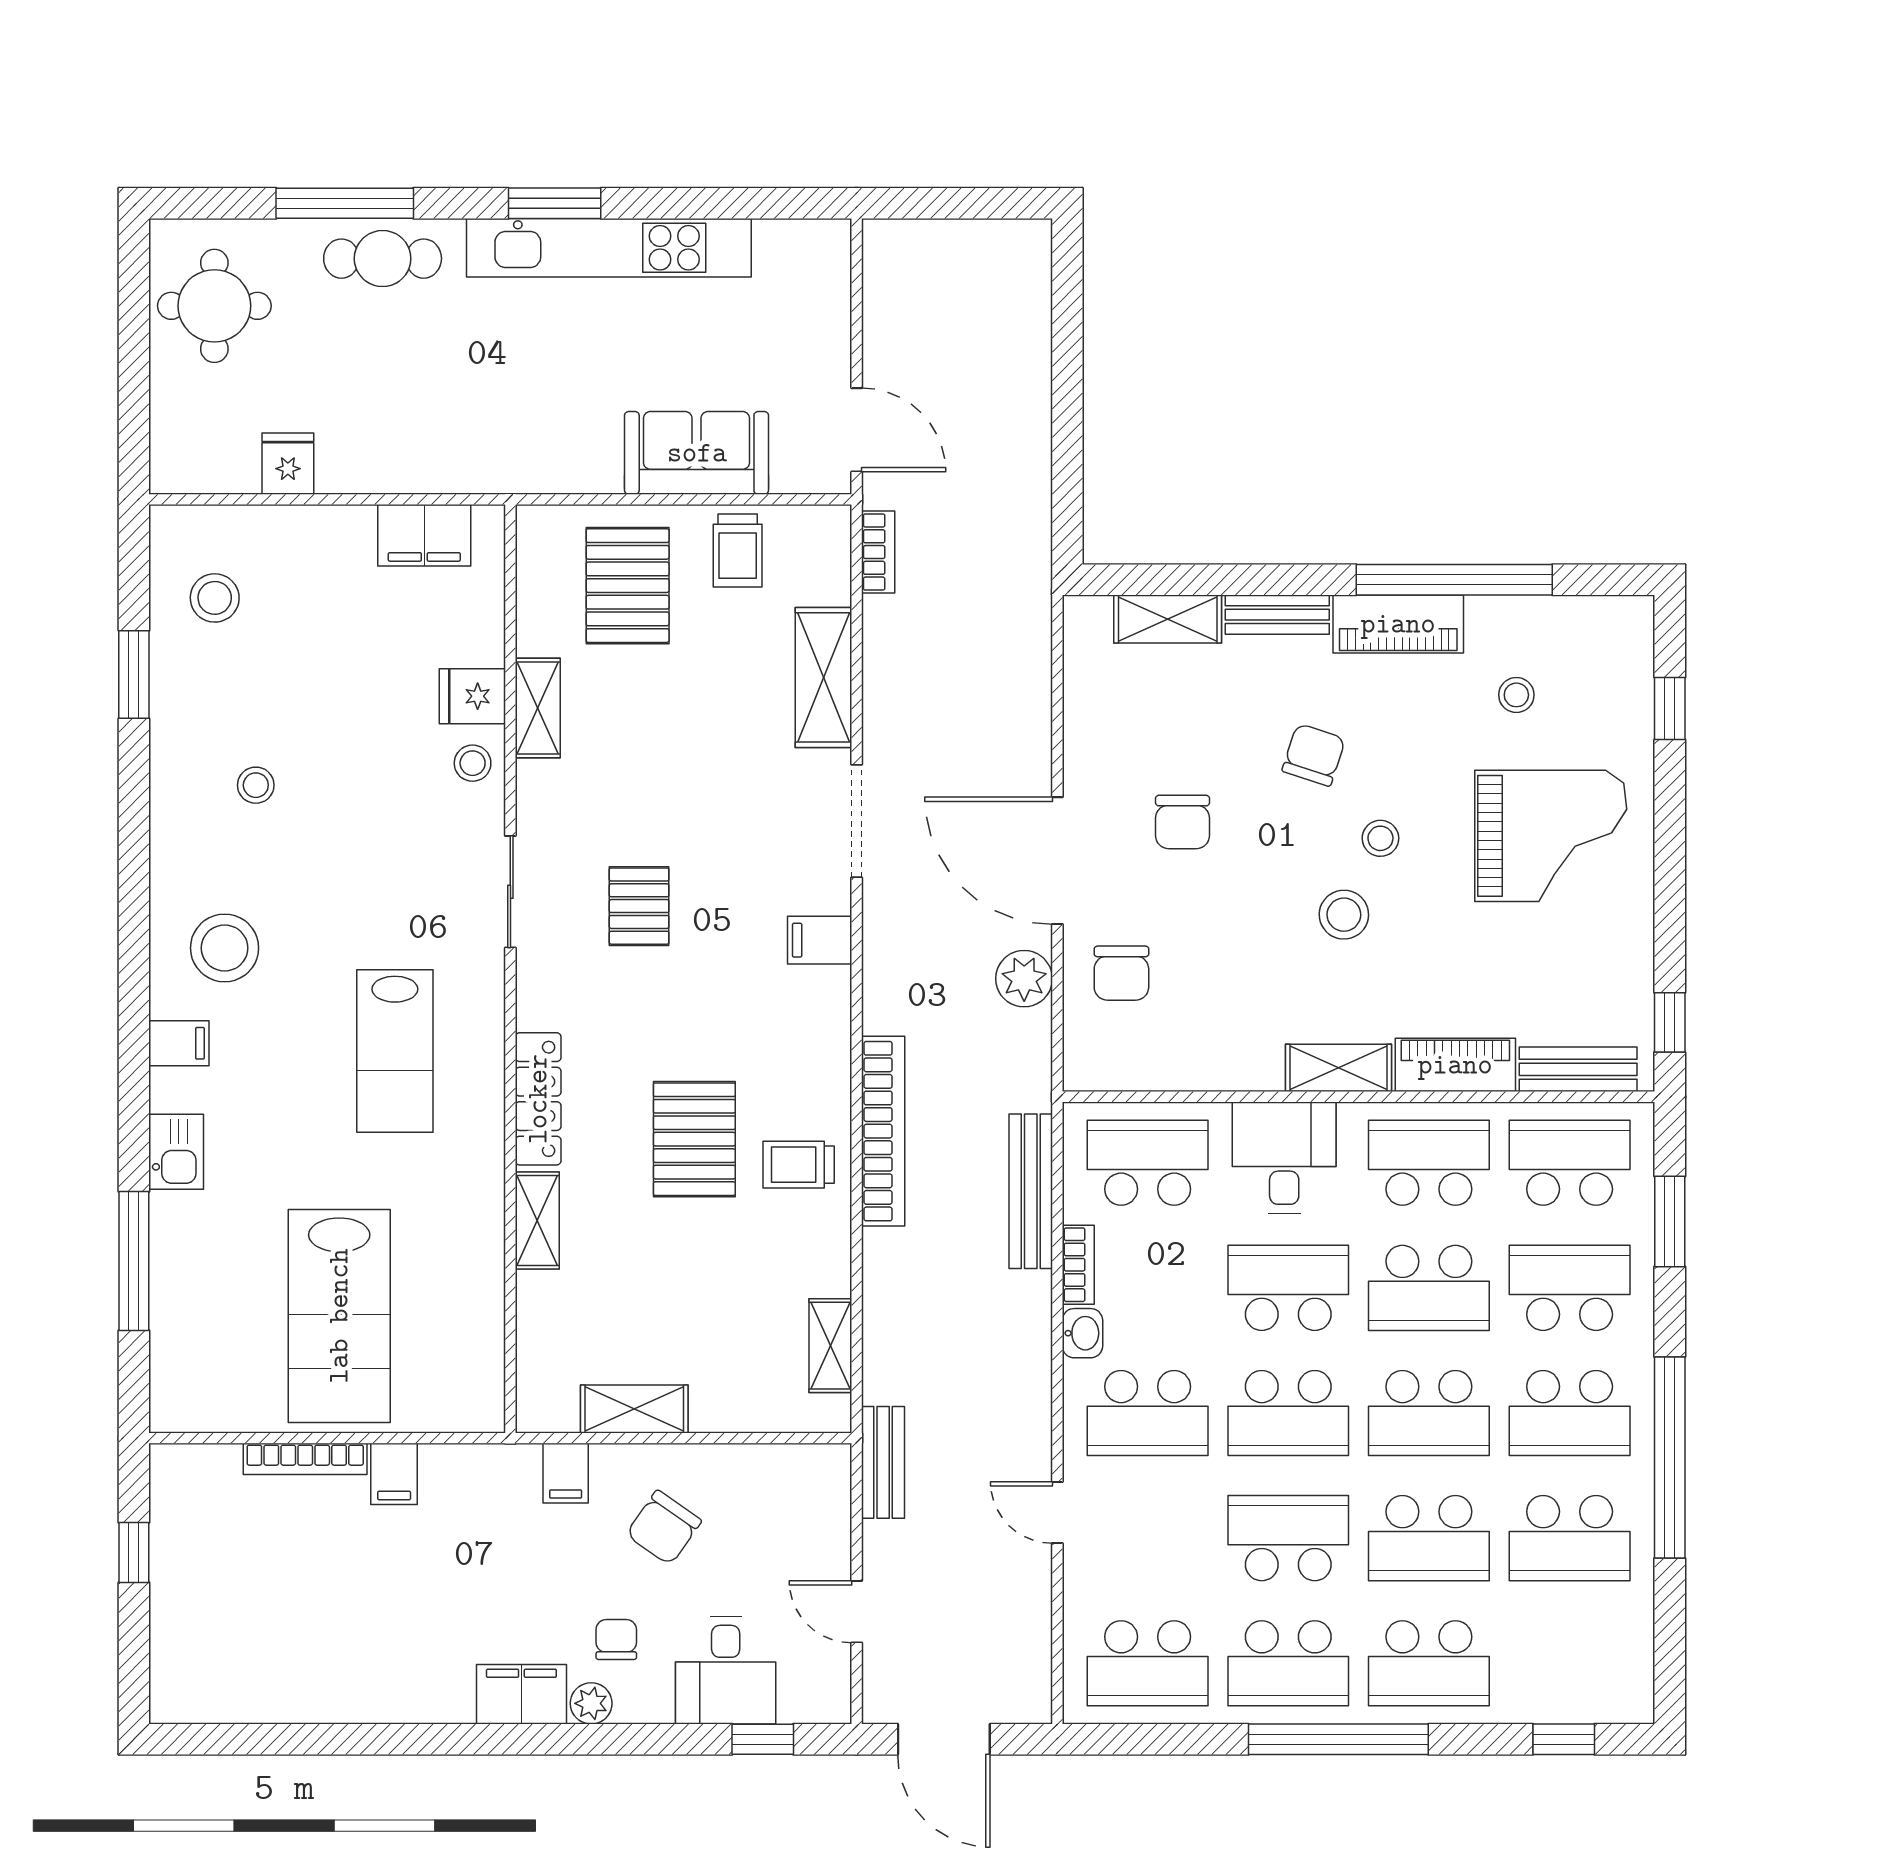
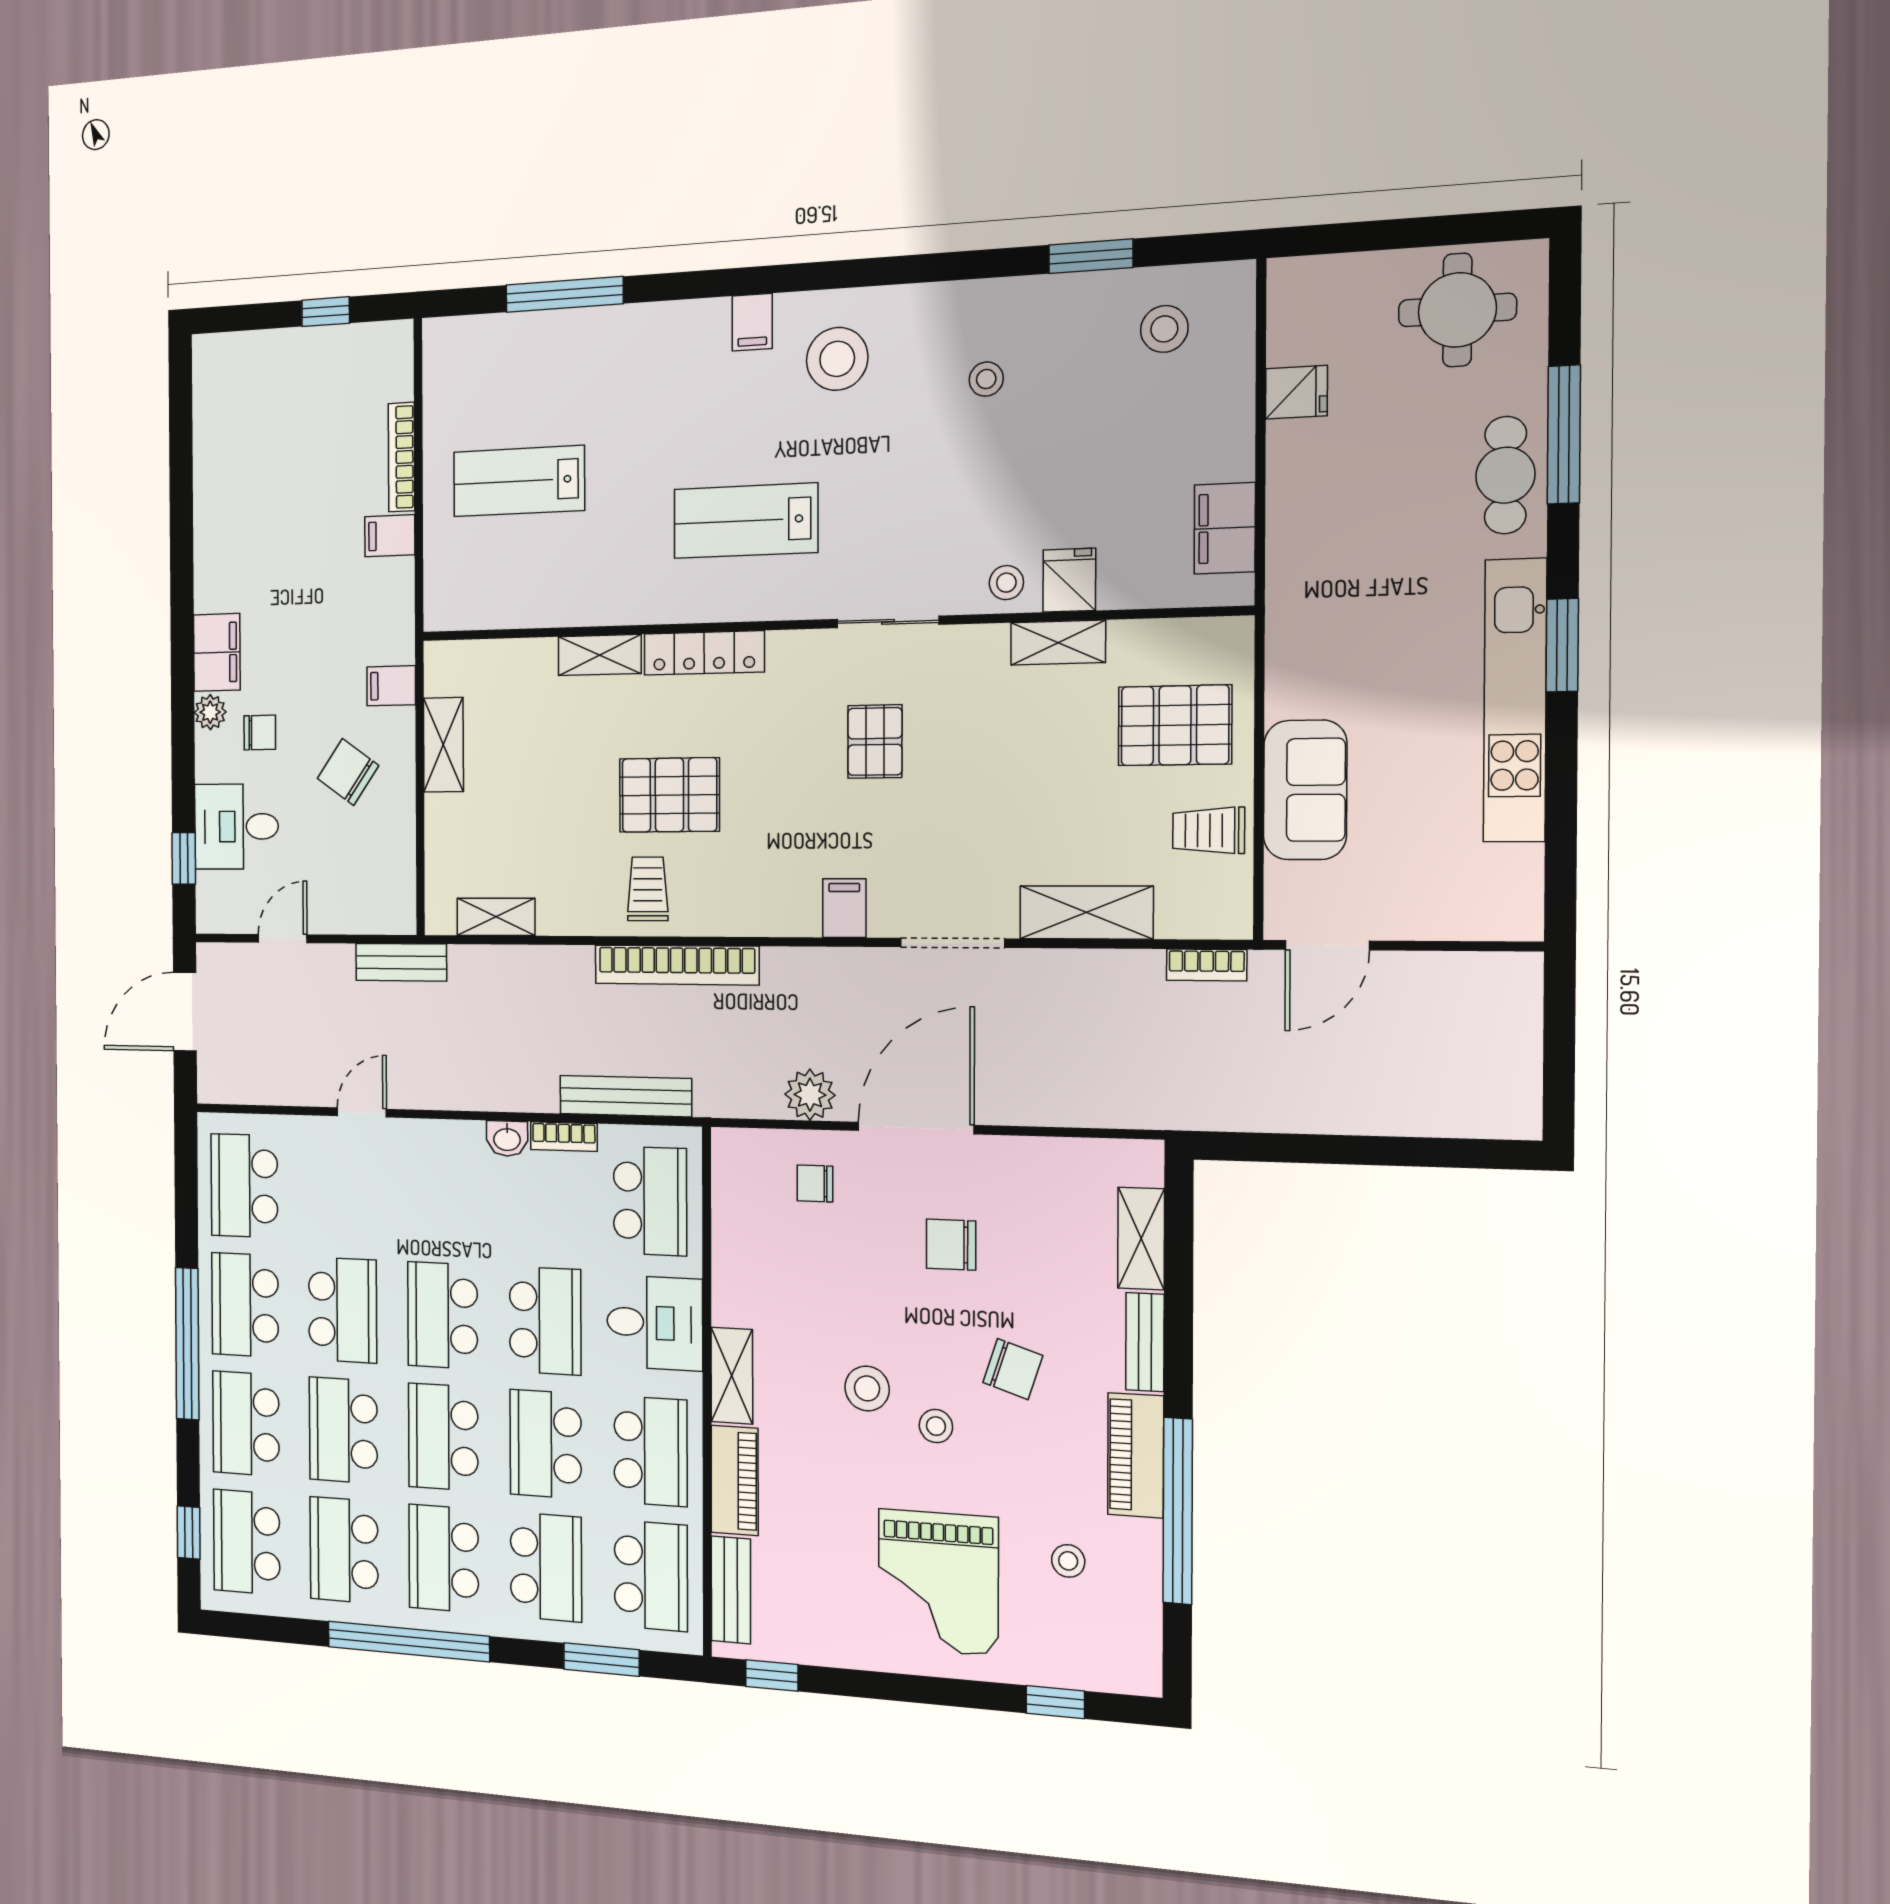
pallet: (639, 906) -> (875, 742), turned 90
chair: (1121, 973) -> (815, 1184), width x0.73, depth x0.73
kitchen sink: (176, 1152) -> (658, 326), removed
lab bench: (339, 1316) -> (519, 481), width x0.73, depth x0.72
school desk: (1148, 1413) -> (247, 1542), moved

